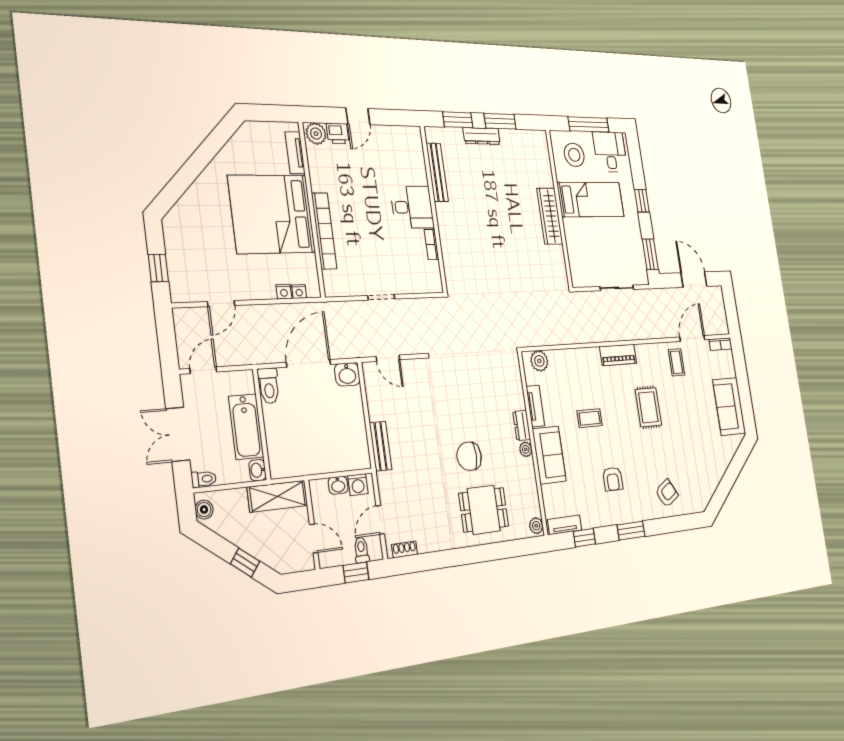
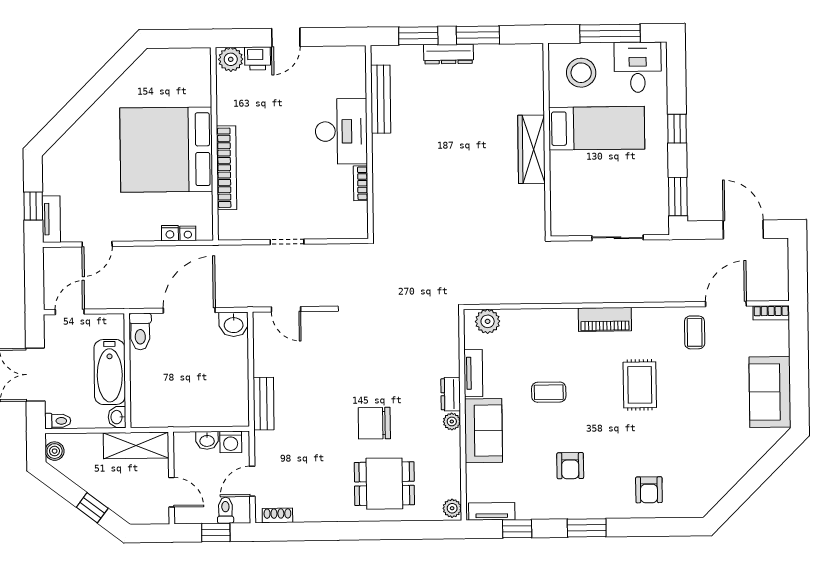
tv unit: (295, 153) -> (51, 219), moved, turned 180
desk: (412, 207) -> (341, 131), width x1.37
armchair: (667, 493) -> (649, 490), turned 121

